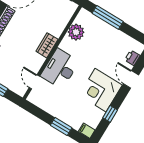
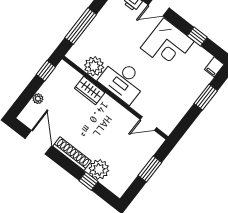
wardrobe: (47, 45) -> (90, 90), moved
desk: (60, 69) -> (123, 81), moved

